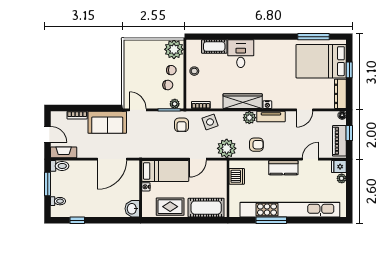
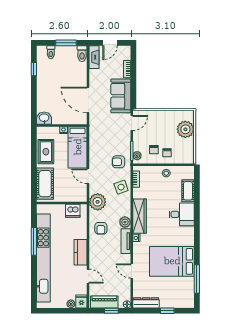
plant: (174, 49) -> (185, 129), moved
bed: (321, 61) -> (172, 261), moved, turned -90

